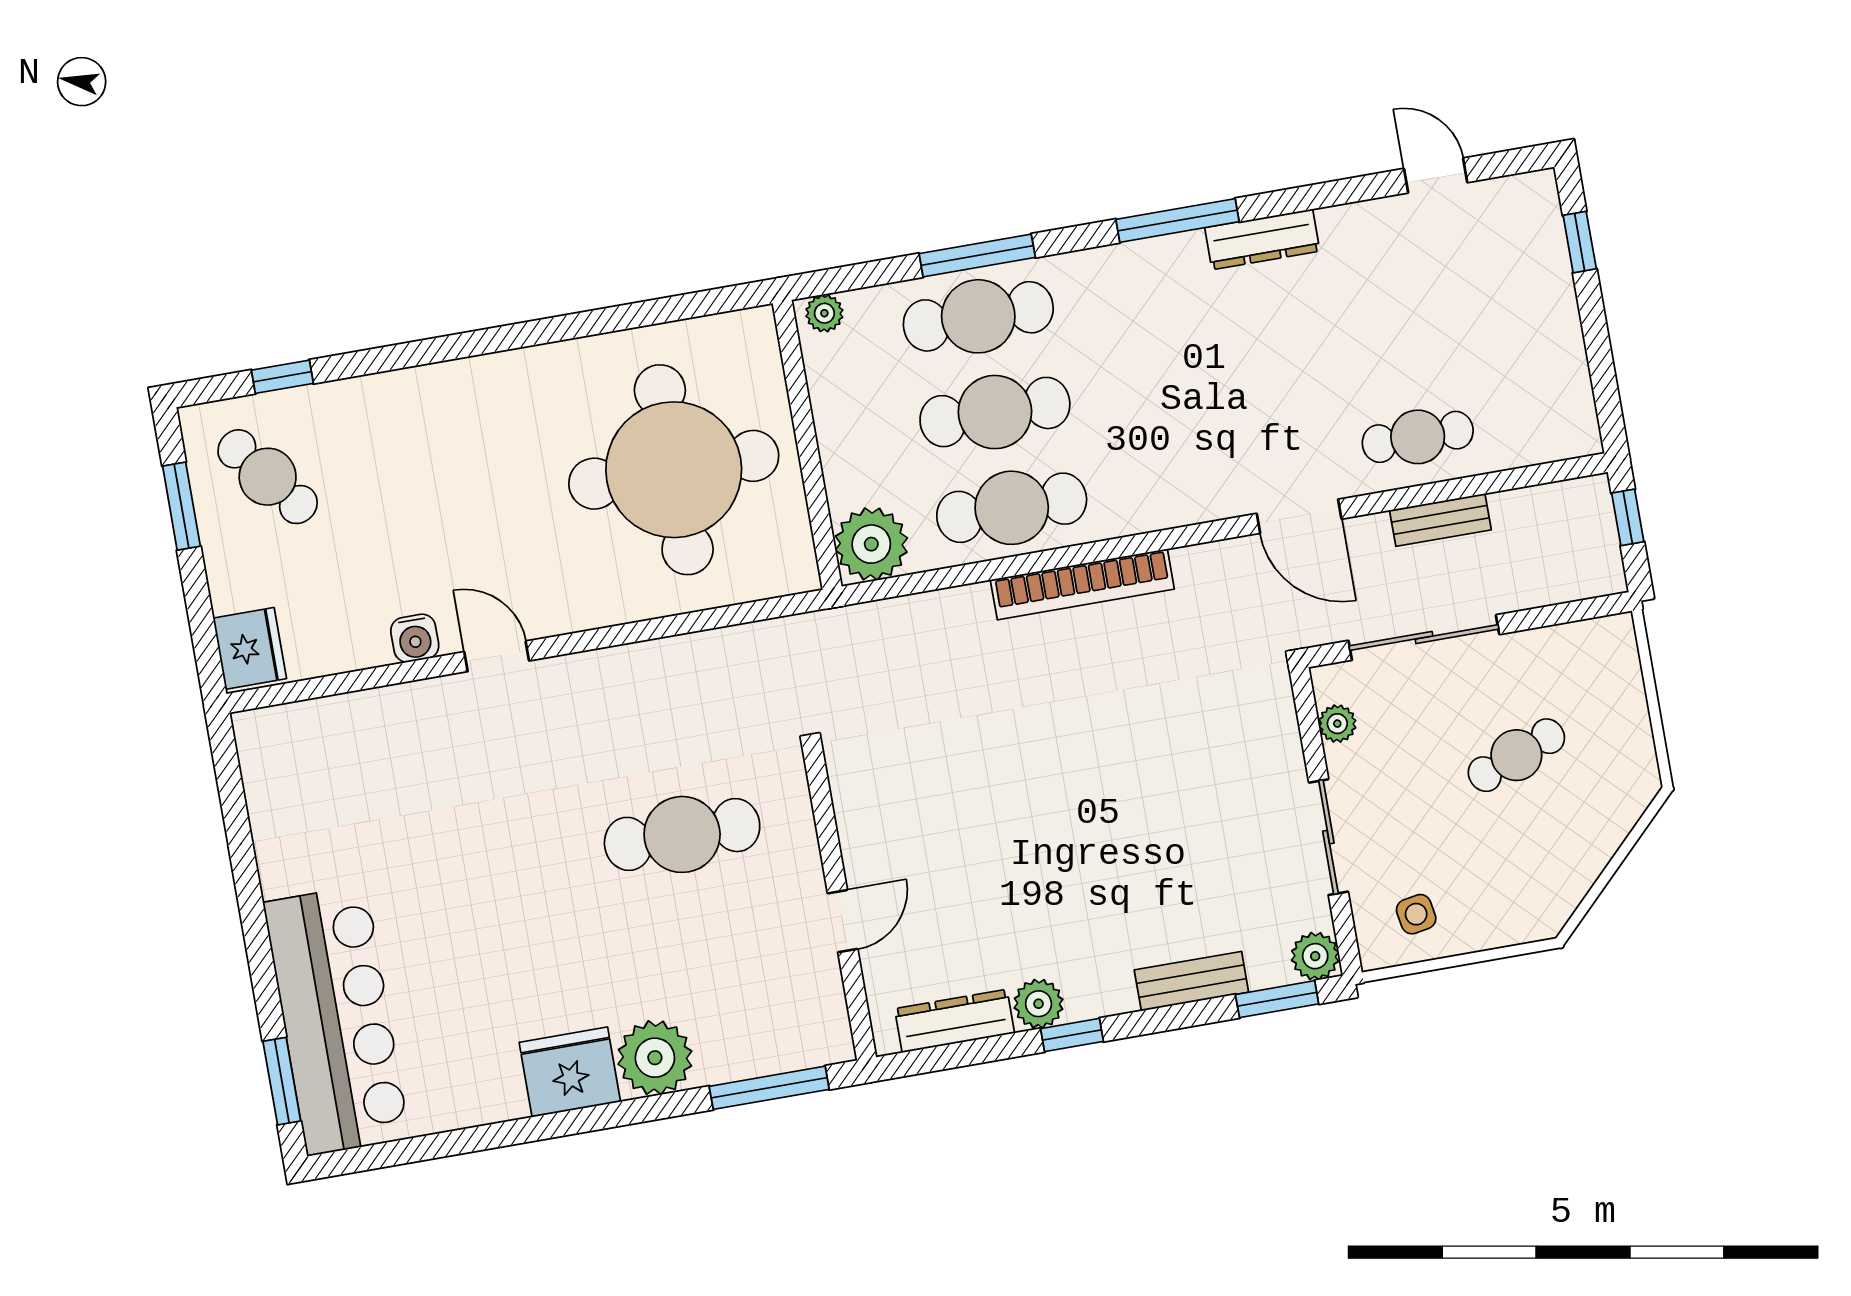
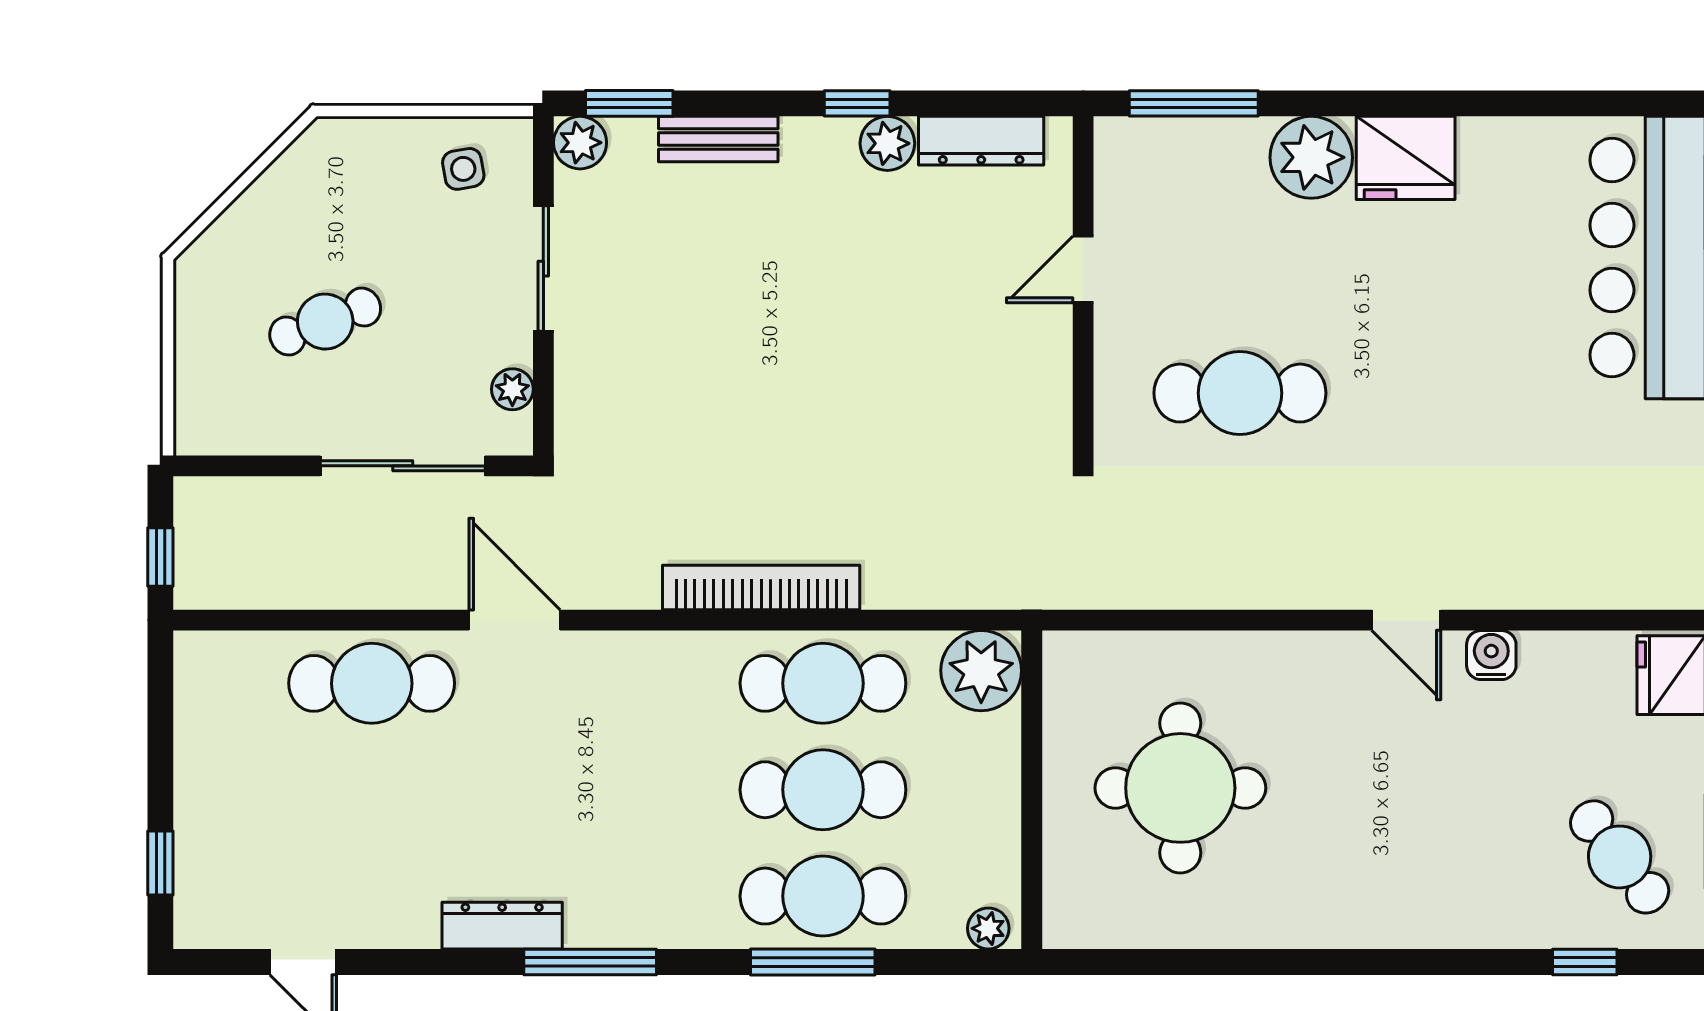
cafe table: (1418, 437) -> (372, 683), width x1.37, depth x1.35
round table: (674, 470) -> (1180, 788), width x0.73, depth x0.73
bench: (1440, 520) -> (363, 590), removed

